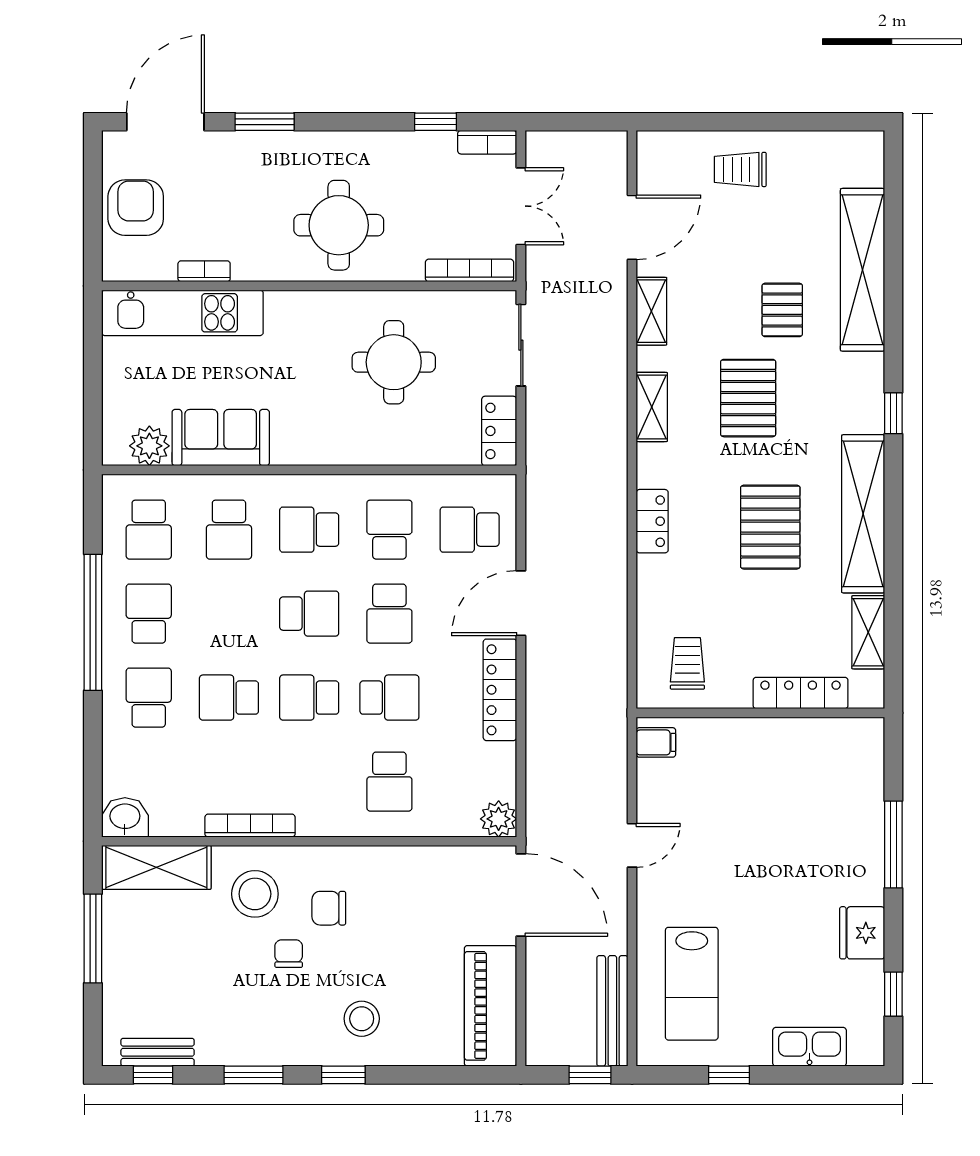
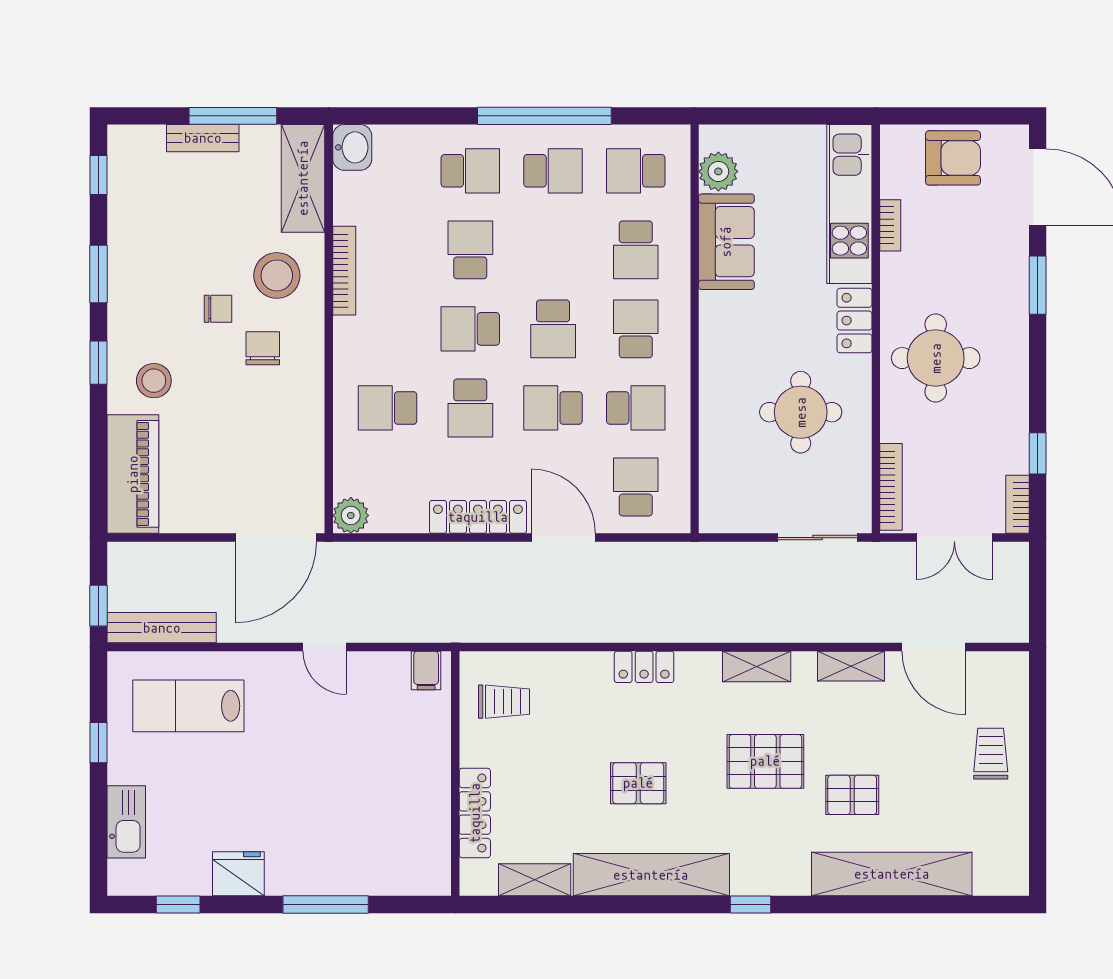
locker: (499, 431) -> (854, 321), moved, turned -90
pallet: (770, 527) -> (638, 783), width x0.67, depth x0.71
school desk: (229, 530) -> (636, 250), turned -90
school desk: (309, 698) -> (470, 329), turned -90
piano: (491, 1006) -> (133, 474), moved, turned 90
bench: (158, 1052) -> (203, 138), moved, turned 90

